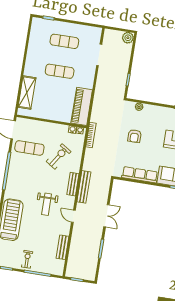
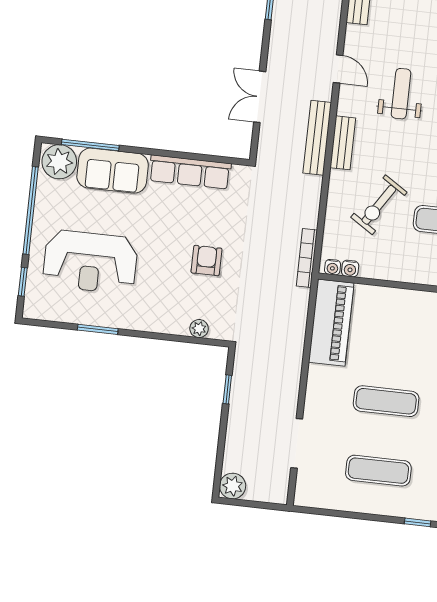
double door: (106, 216) -> (260, 97), moved

